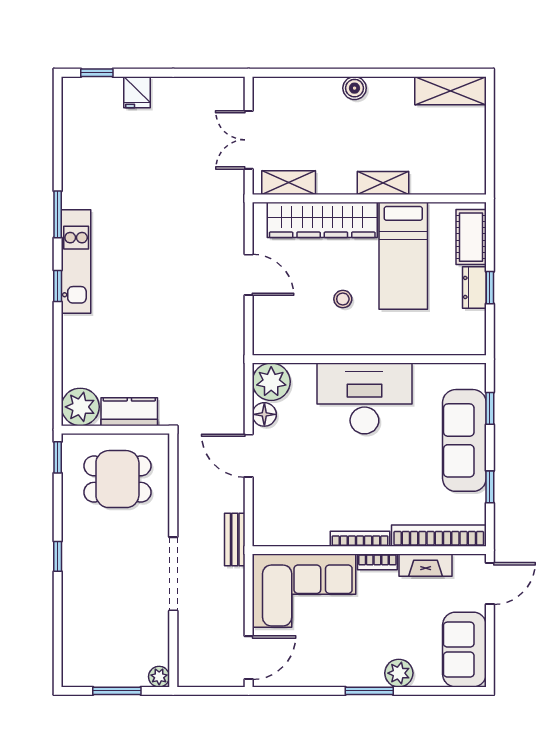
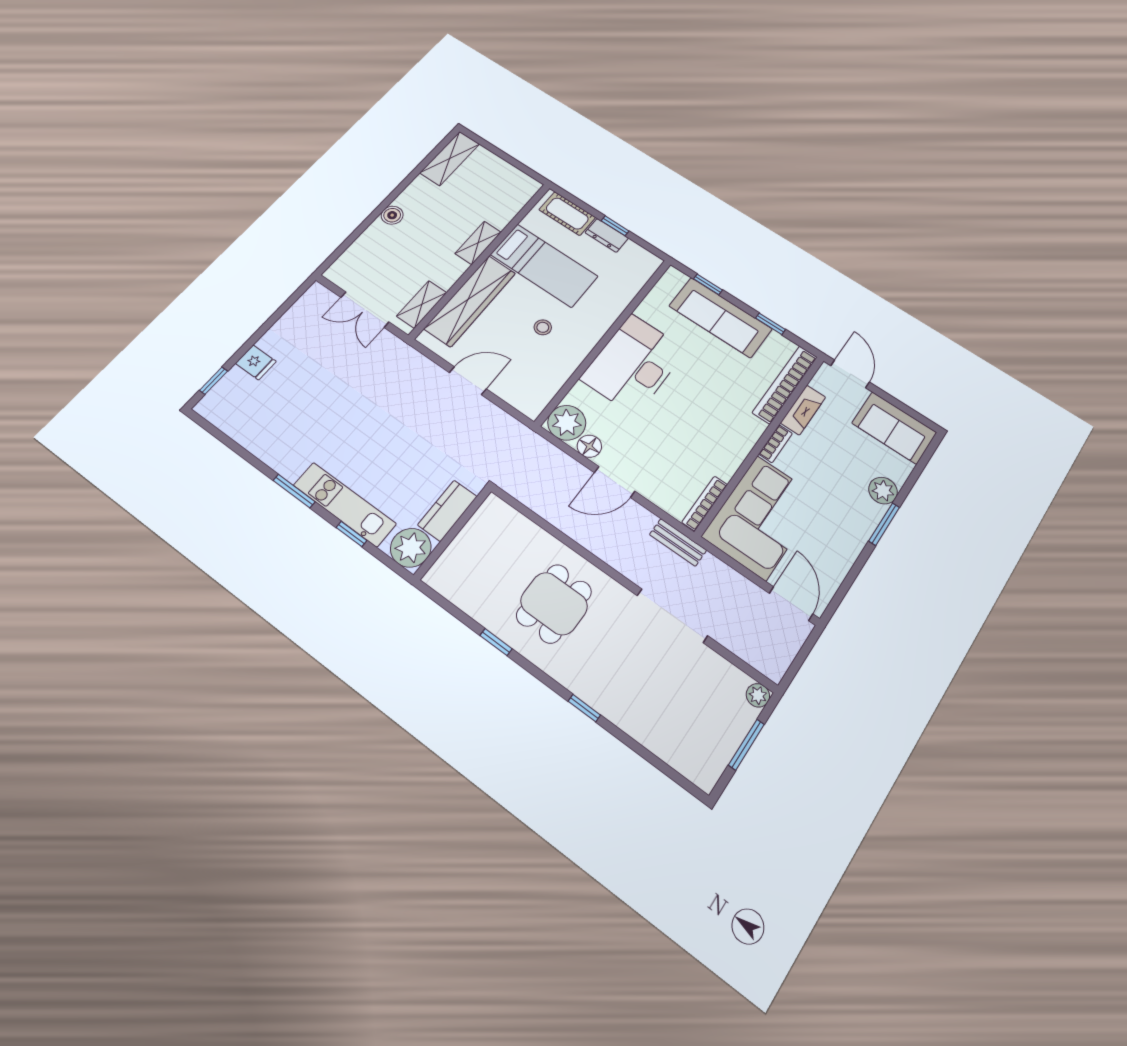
plant: (80, 407) -> (411, 548), moved
kitchen counter: (129, 412) -> (447, 511), moved
wall: (115, 430) -> (453, 533), moved
bookcase: (360, 539) -> (705, 503), moved

